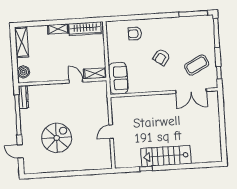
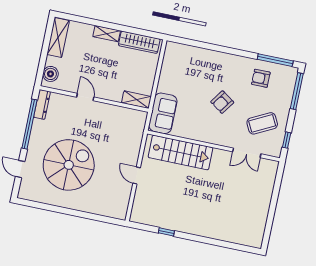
armchair: (135, 34) -> (261, 78), moved
door: (76, 81) -> (85, 97), moved
double door: (191, 91) -> (247, 153), width x0.73
door: (111, 132) -> (137, 175), hinge flipped
spiral stairs: (57, 138) -> (69, 165), width x1.37, depth x1.37
stairs: (166, 156) -> (181, 152), moved, turned 180

